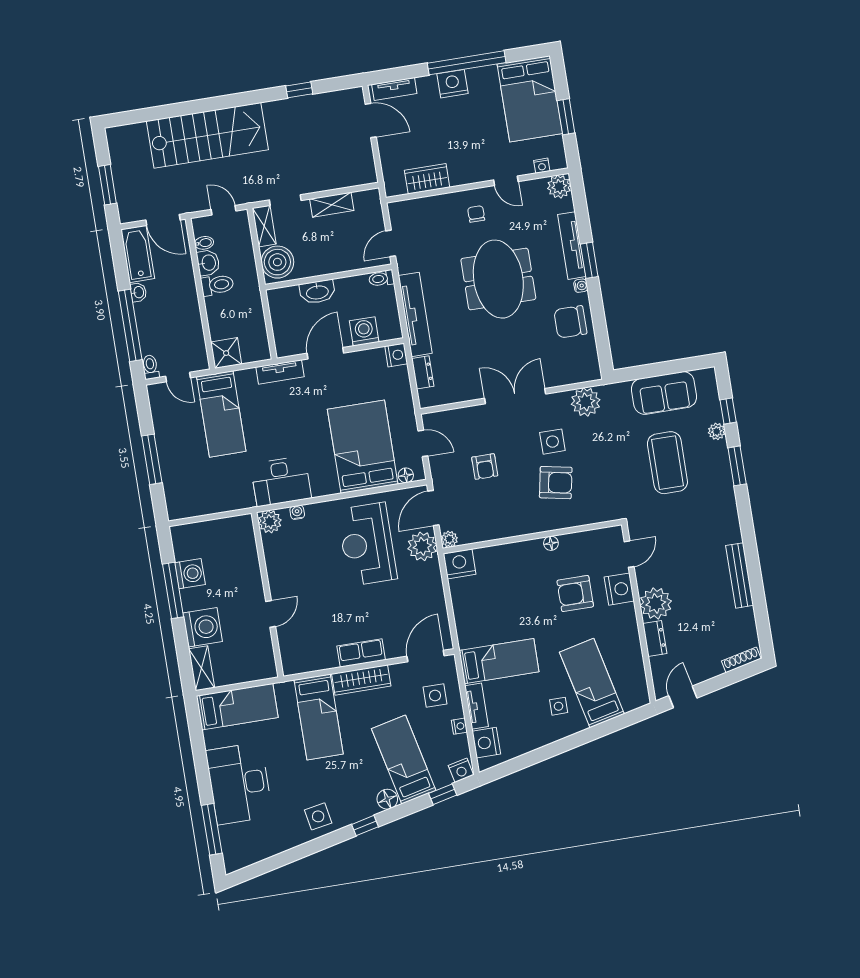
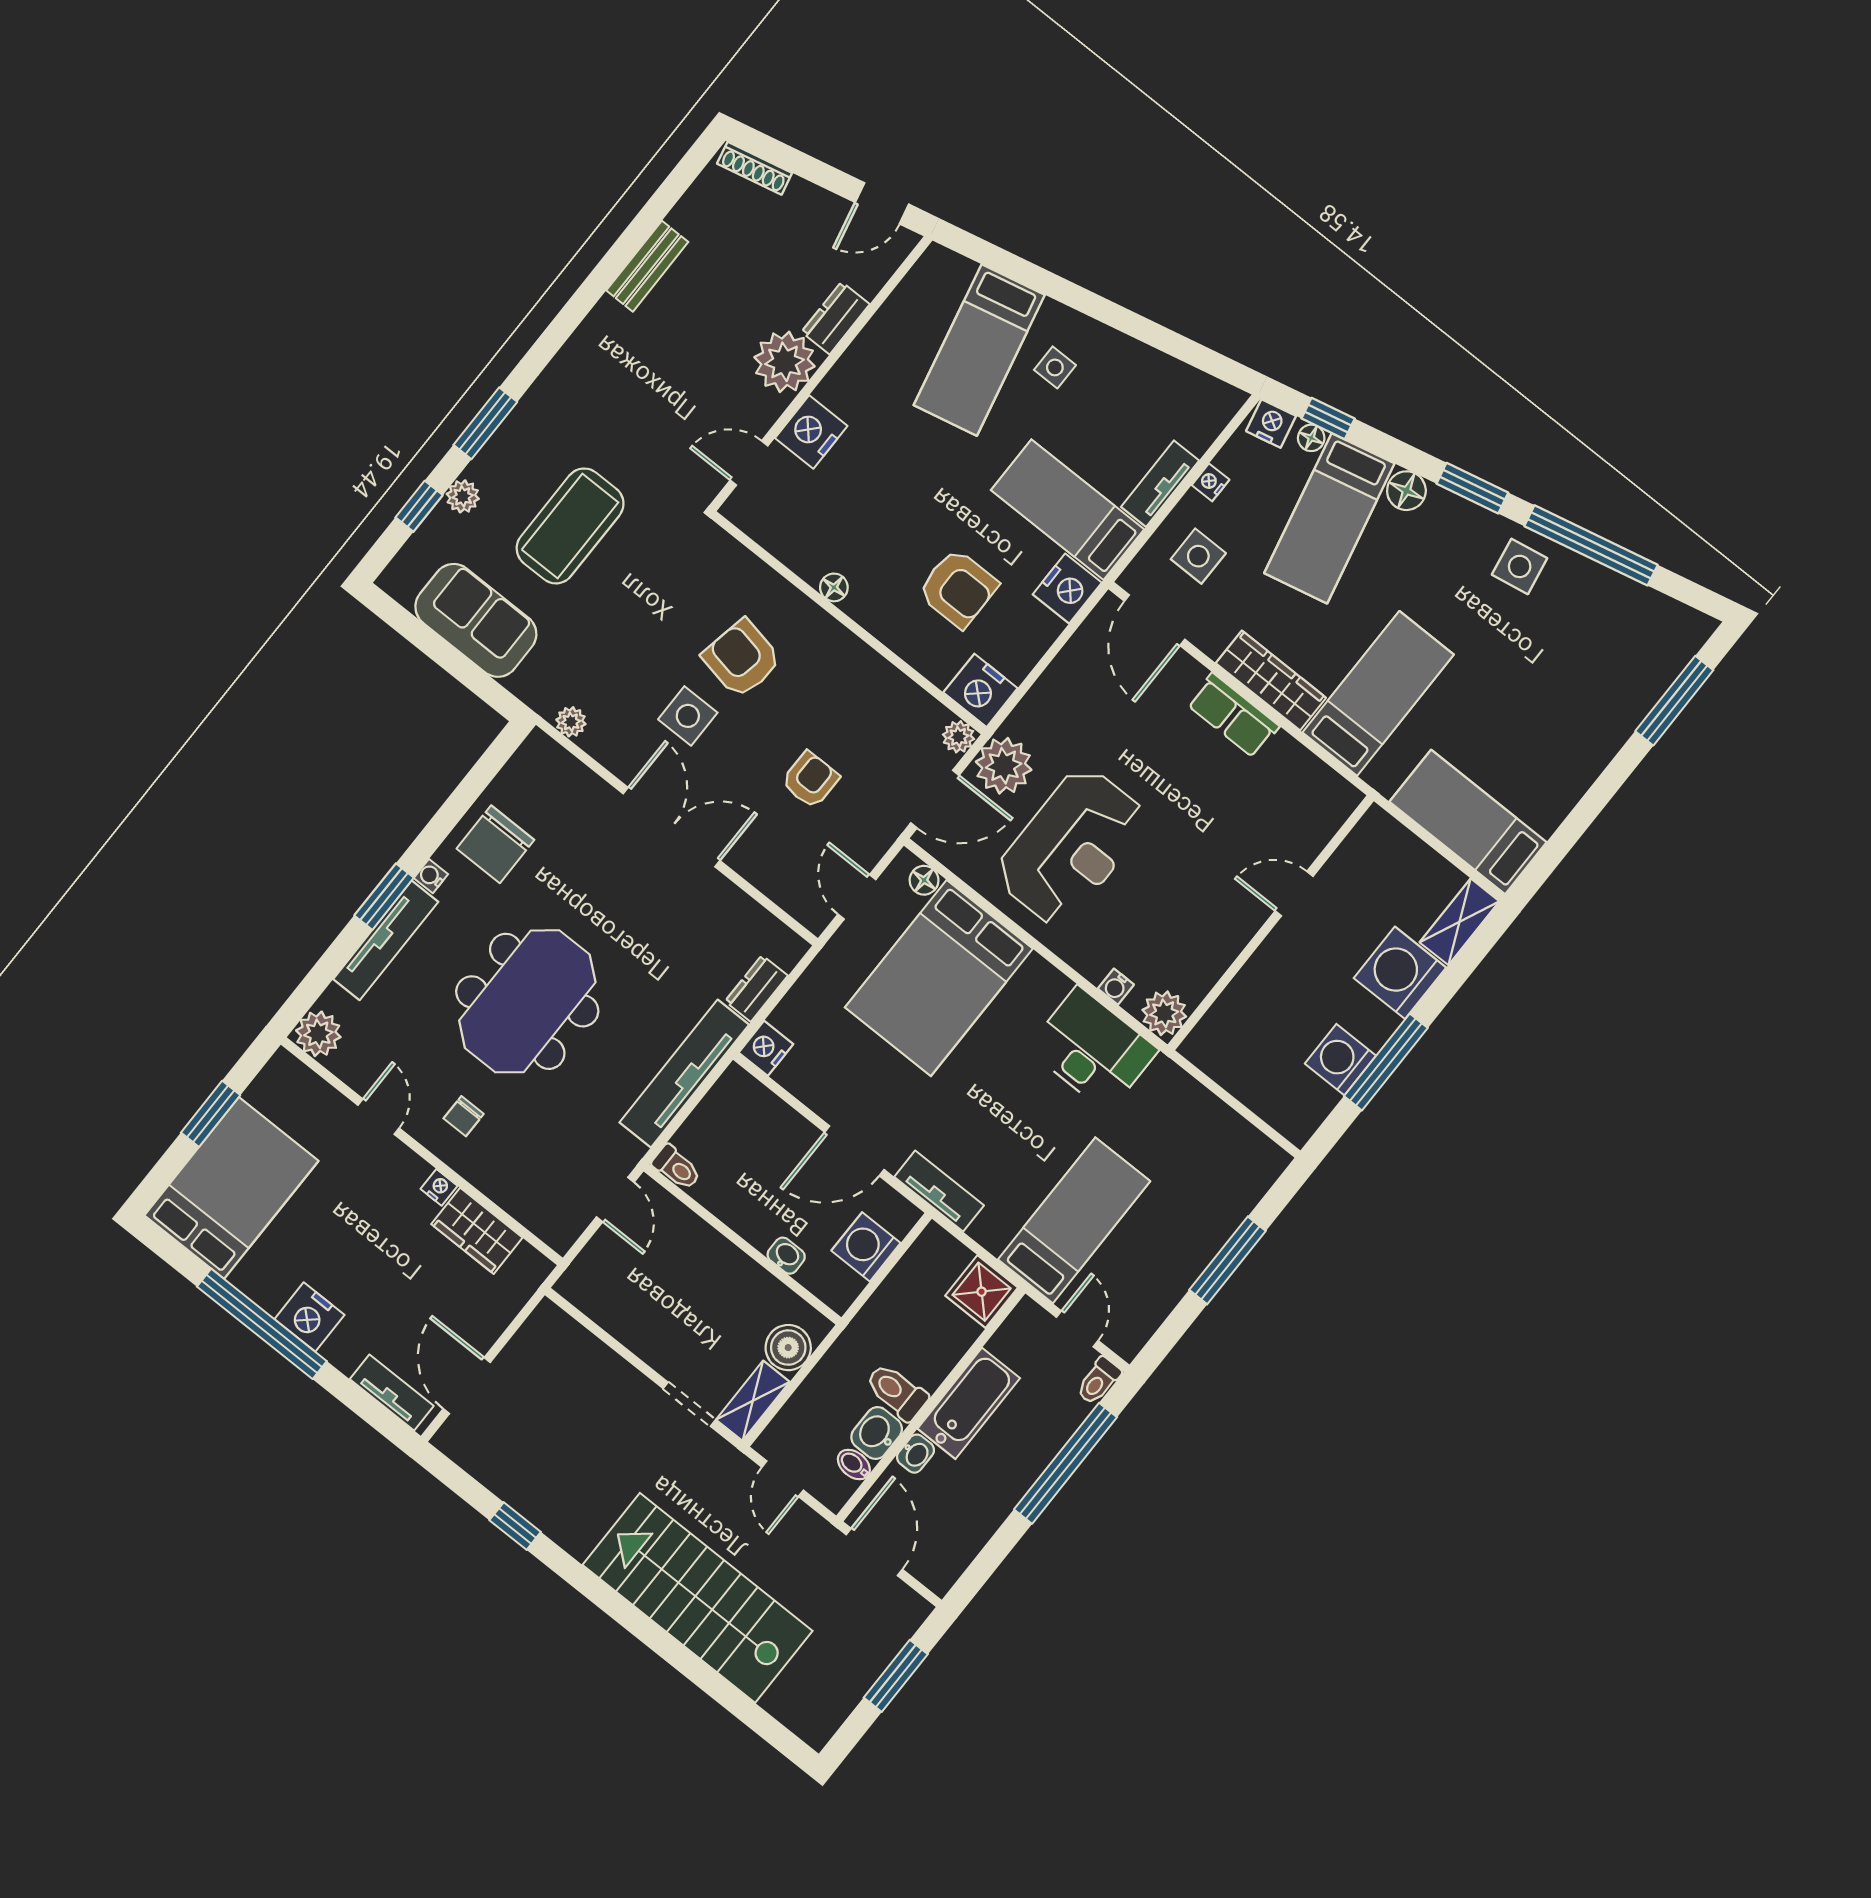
nightstand: (542, 166) -> (439, 1187), moved
shelving: (332, 205) -> (636, 1333), removed
door: (391, 243) -> (615, 1200), hinge flipped
bathtub: (138, 254) -> (969, 1403), moved, turned 180
boiler: (277, 262) -> (788, 1348), width x0.73, depth x0.73
washbasin: (138, 292) -> (915, 1454), moved, turned 180
washbasin: (317, 292) -> (786, 1256), width x0.52, depth x0.69
chair: (570, 322) -> (495, 844), turned 90
washing machine: (364, 331) -> (866, 1247), moved, turned 90
double door: (515, 396) -> (672, 827), swing flipped
plant: (586, 402) -> (571, 722), width x0.53, depth x0.53
bench: (740, 575) -> (647, 266), width x0.73
armchair: (575, 593) -> (958, 588), moved
door: (426, 656) -> (1155, 620), hinge flipped
nightstand: (486, 743) -> (1067, 588), moved
floor lamp: (441, 781) -> (1311, 438), added
desk: (239, 784) -> (1574, 720), removed
window: (365, 826) -> (1472, 488), width x1.50
window: (301, 851) -> (1591, 545), added

